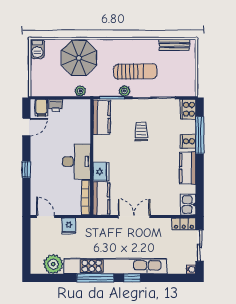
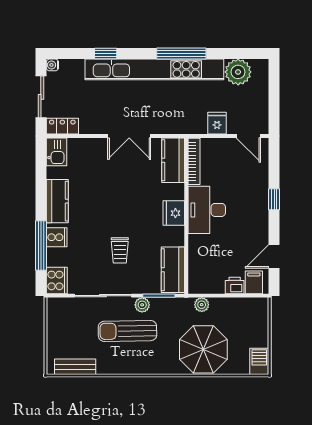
fridge: (101, 171) -> (174, 213), moved
window: (132, 278) -> (106, 54), moved

